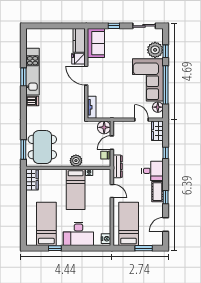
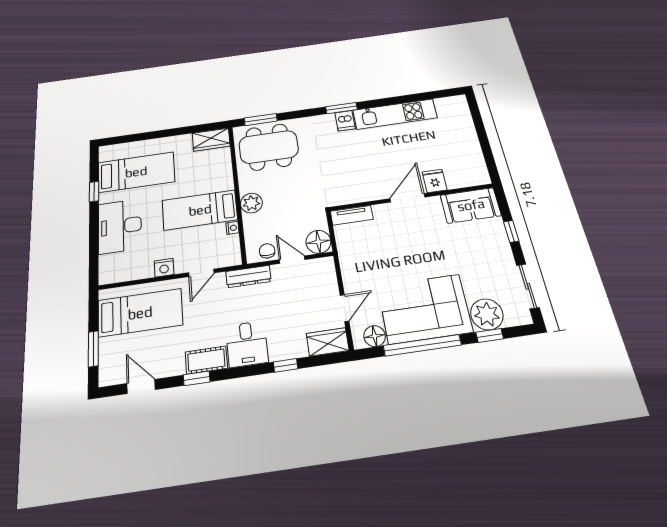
kitchen counter: (79, 40) -> (468, 177), removed
window: (23, 77) -> (341, 108), moved
nightstand: (106, 239) -> (164, 268), moved

